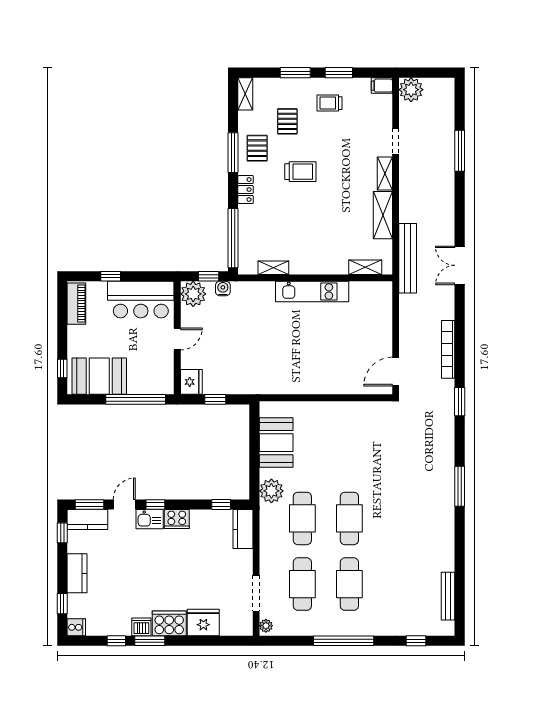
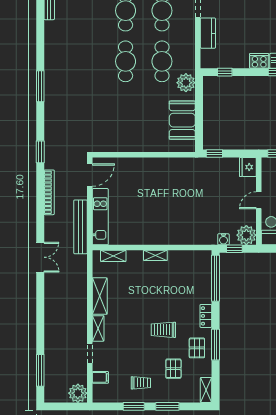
filing cabinet: (382, 86) -> (100, 377), moved
window: (460, 151) -> (40, 370), moved
bench: (408, 258) -> (80, 227), moved
shelving: (273, 268) -> (155, 255), moved
kitchen unit: (312, 291) -> (100, 217), moved, turned 90
window: (215, 399) -> (214, 153), moved
kitchen counter: (243, 529) -> (208, 33), moved

